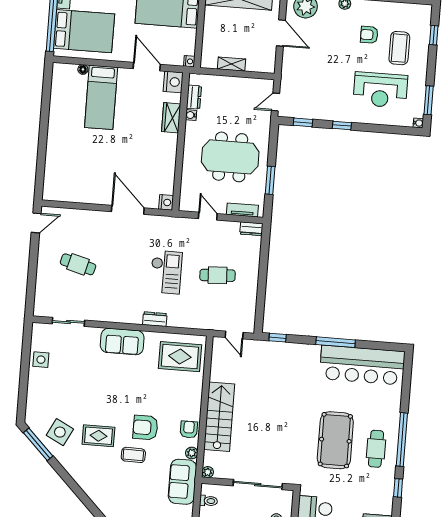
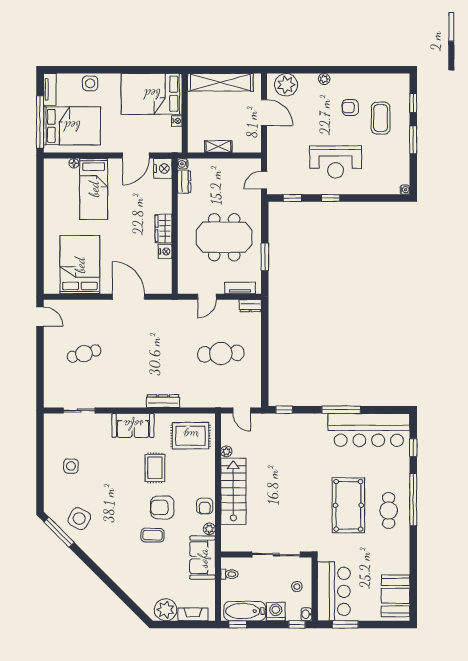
nightstand: (189, 61) -> (177, 121), moved
door: (147, 67) -> (136, 155), swing flipped
reception desk: (380, 90) -> (336, 162), moved
window: (429, 100) -> (413, 140), moved
water cooler: (191, 115) -> (183, 164), moved
wardrobe: (171, 118) -> (164, 229), moved
bed: (81, 173) -> (80, 265), added
nightstand: (166, 202) -> (165, 251), moved
door: (208, 216) -> (207, 297), swing flipped
door: (36, 223) -> (40, 316), hinge flipped
cafe table: (78, 264) -> (84, 354), turned -30
checkout: (166, 272) -> (170, 354), removed
cafe table: (218, 275) -> (221, 354), width x1.37, depth x1.35
dresser: (155, 319) -> (163, 401), width x1.44
side table: (41, 360) -> (71, 466), moved
armchair: (189, 429) -> (205, 506), turned 180
rug: (98, 436) -> (155, 468), moved, turned 90
plant: (208, 472) -> (226, 451), moved
window: (398, 488) -> (413, 448), moved

